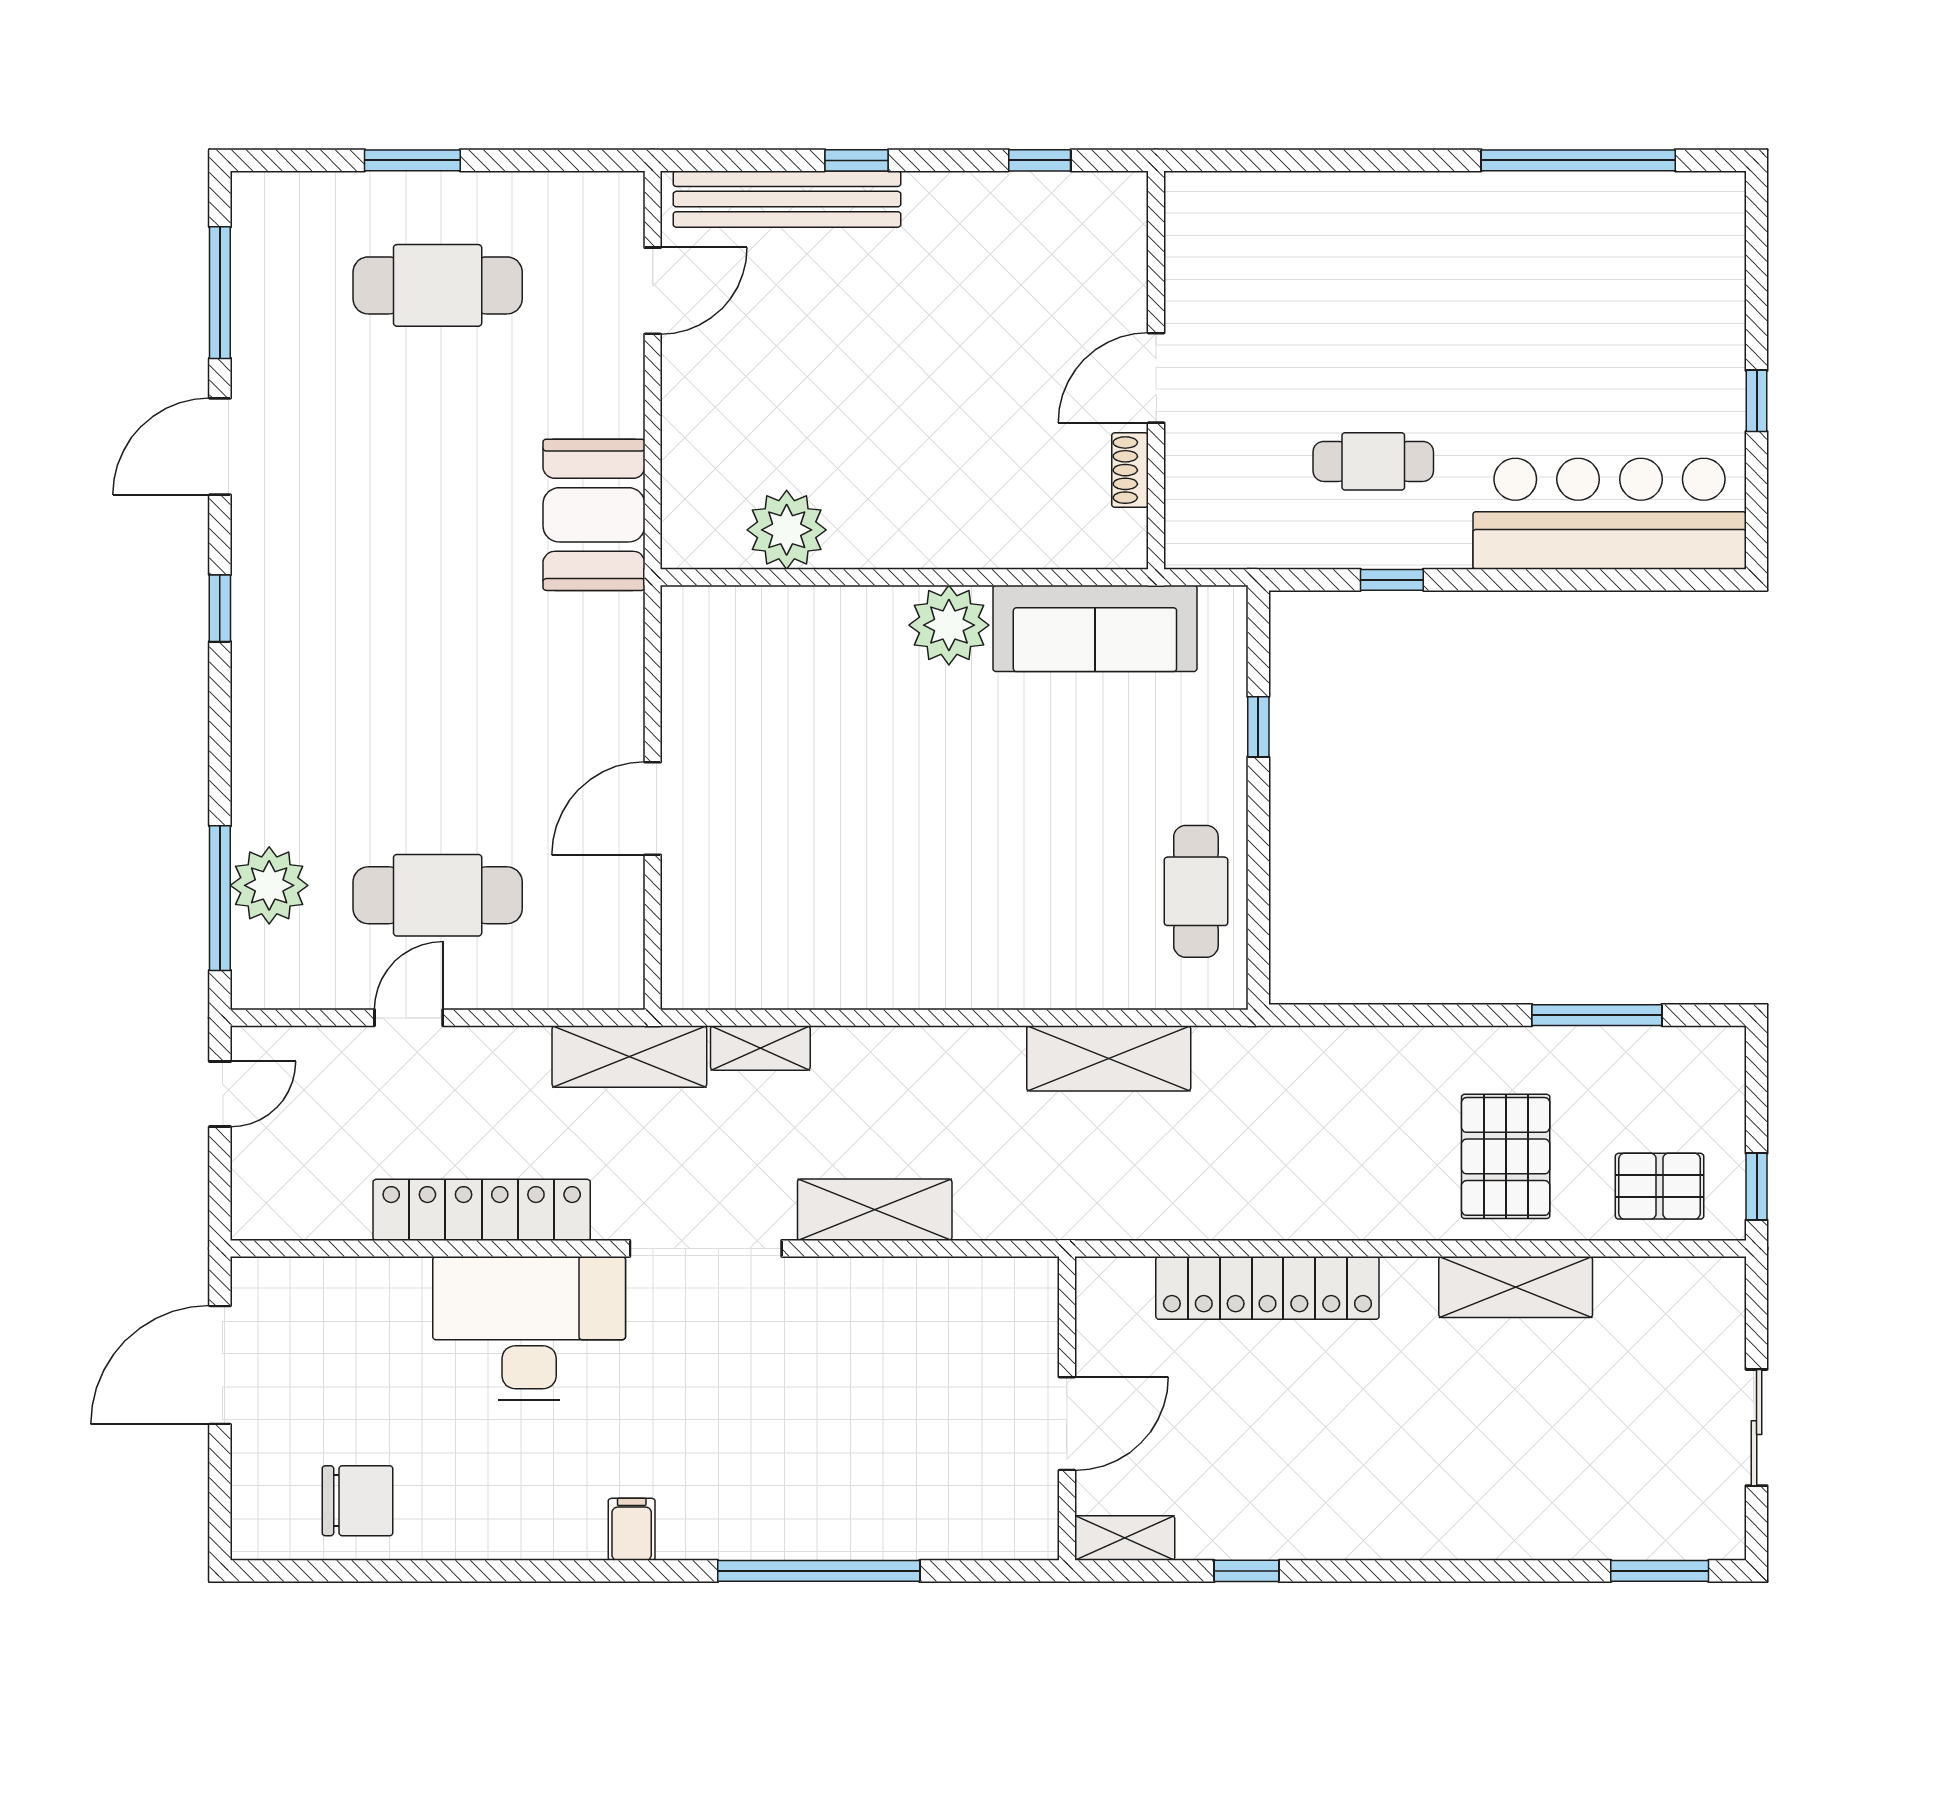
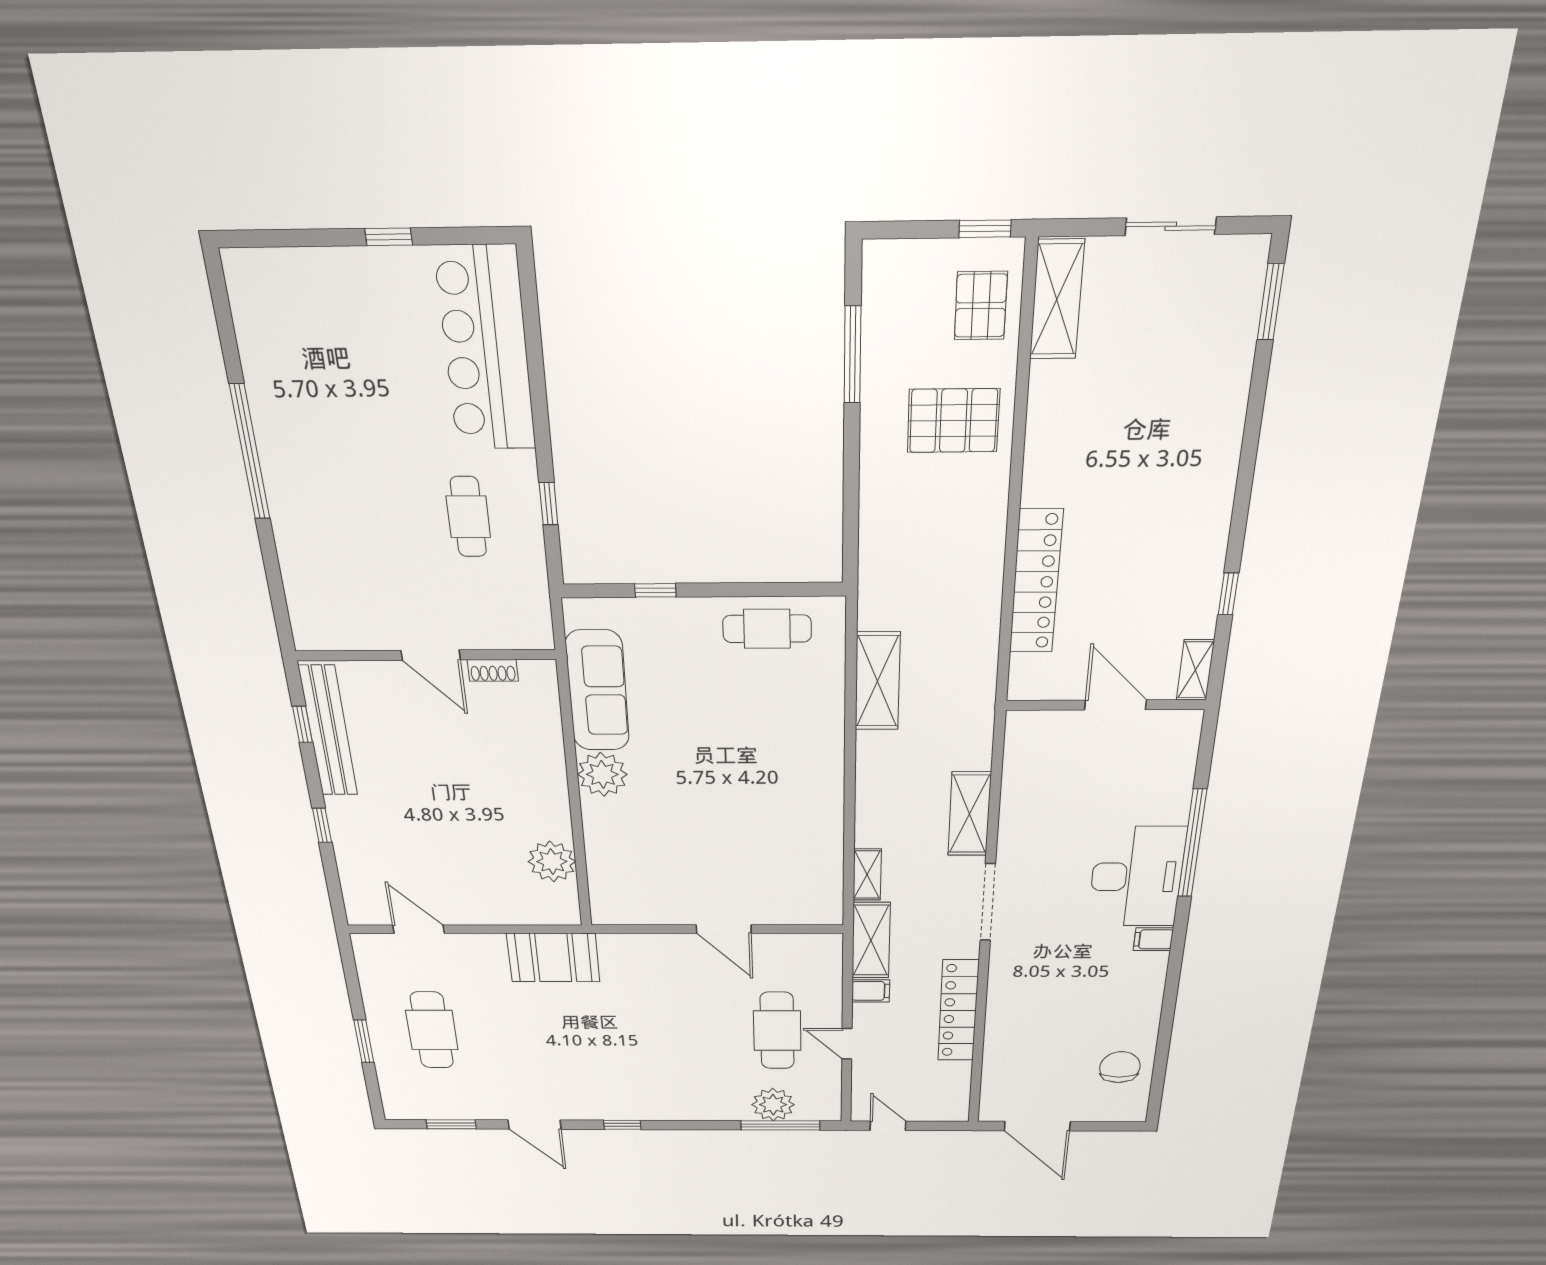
window: (1578, 160) -> (250, 452), moved
bench: (787, 199) -> (328, 731), moved
window: (220, 293) -> (451, 1124), width x0.69
filing cabinet: (524, 1058) -> (871, 991), added
shelving: (1516, 1287) -> (1057, 300), moved
desk: (529, 1328) -> (1137, 877), moved, turned 180

